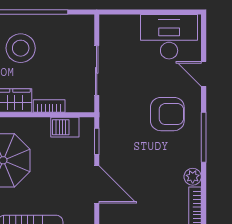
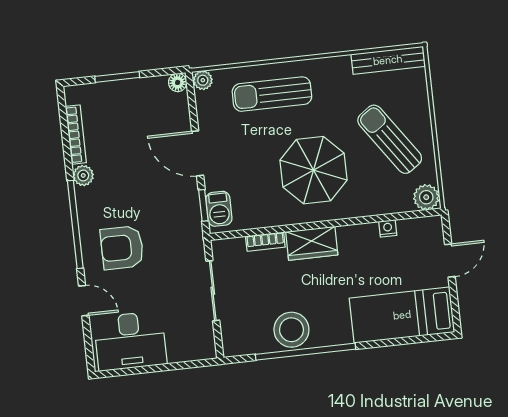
stool: (21, 48) -> (291, 330), moved
barbecue: (65, 127) -> (219, 209), moved, turned 90
window: (204, 137) -> (75, 224), width x1.46

